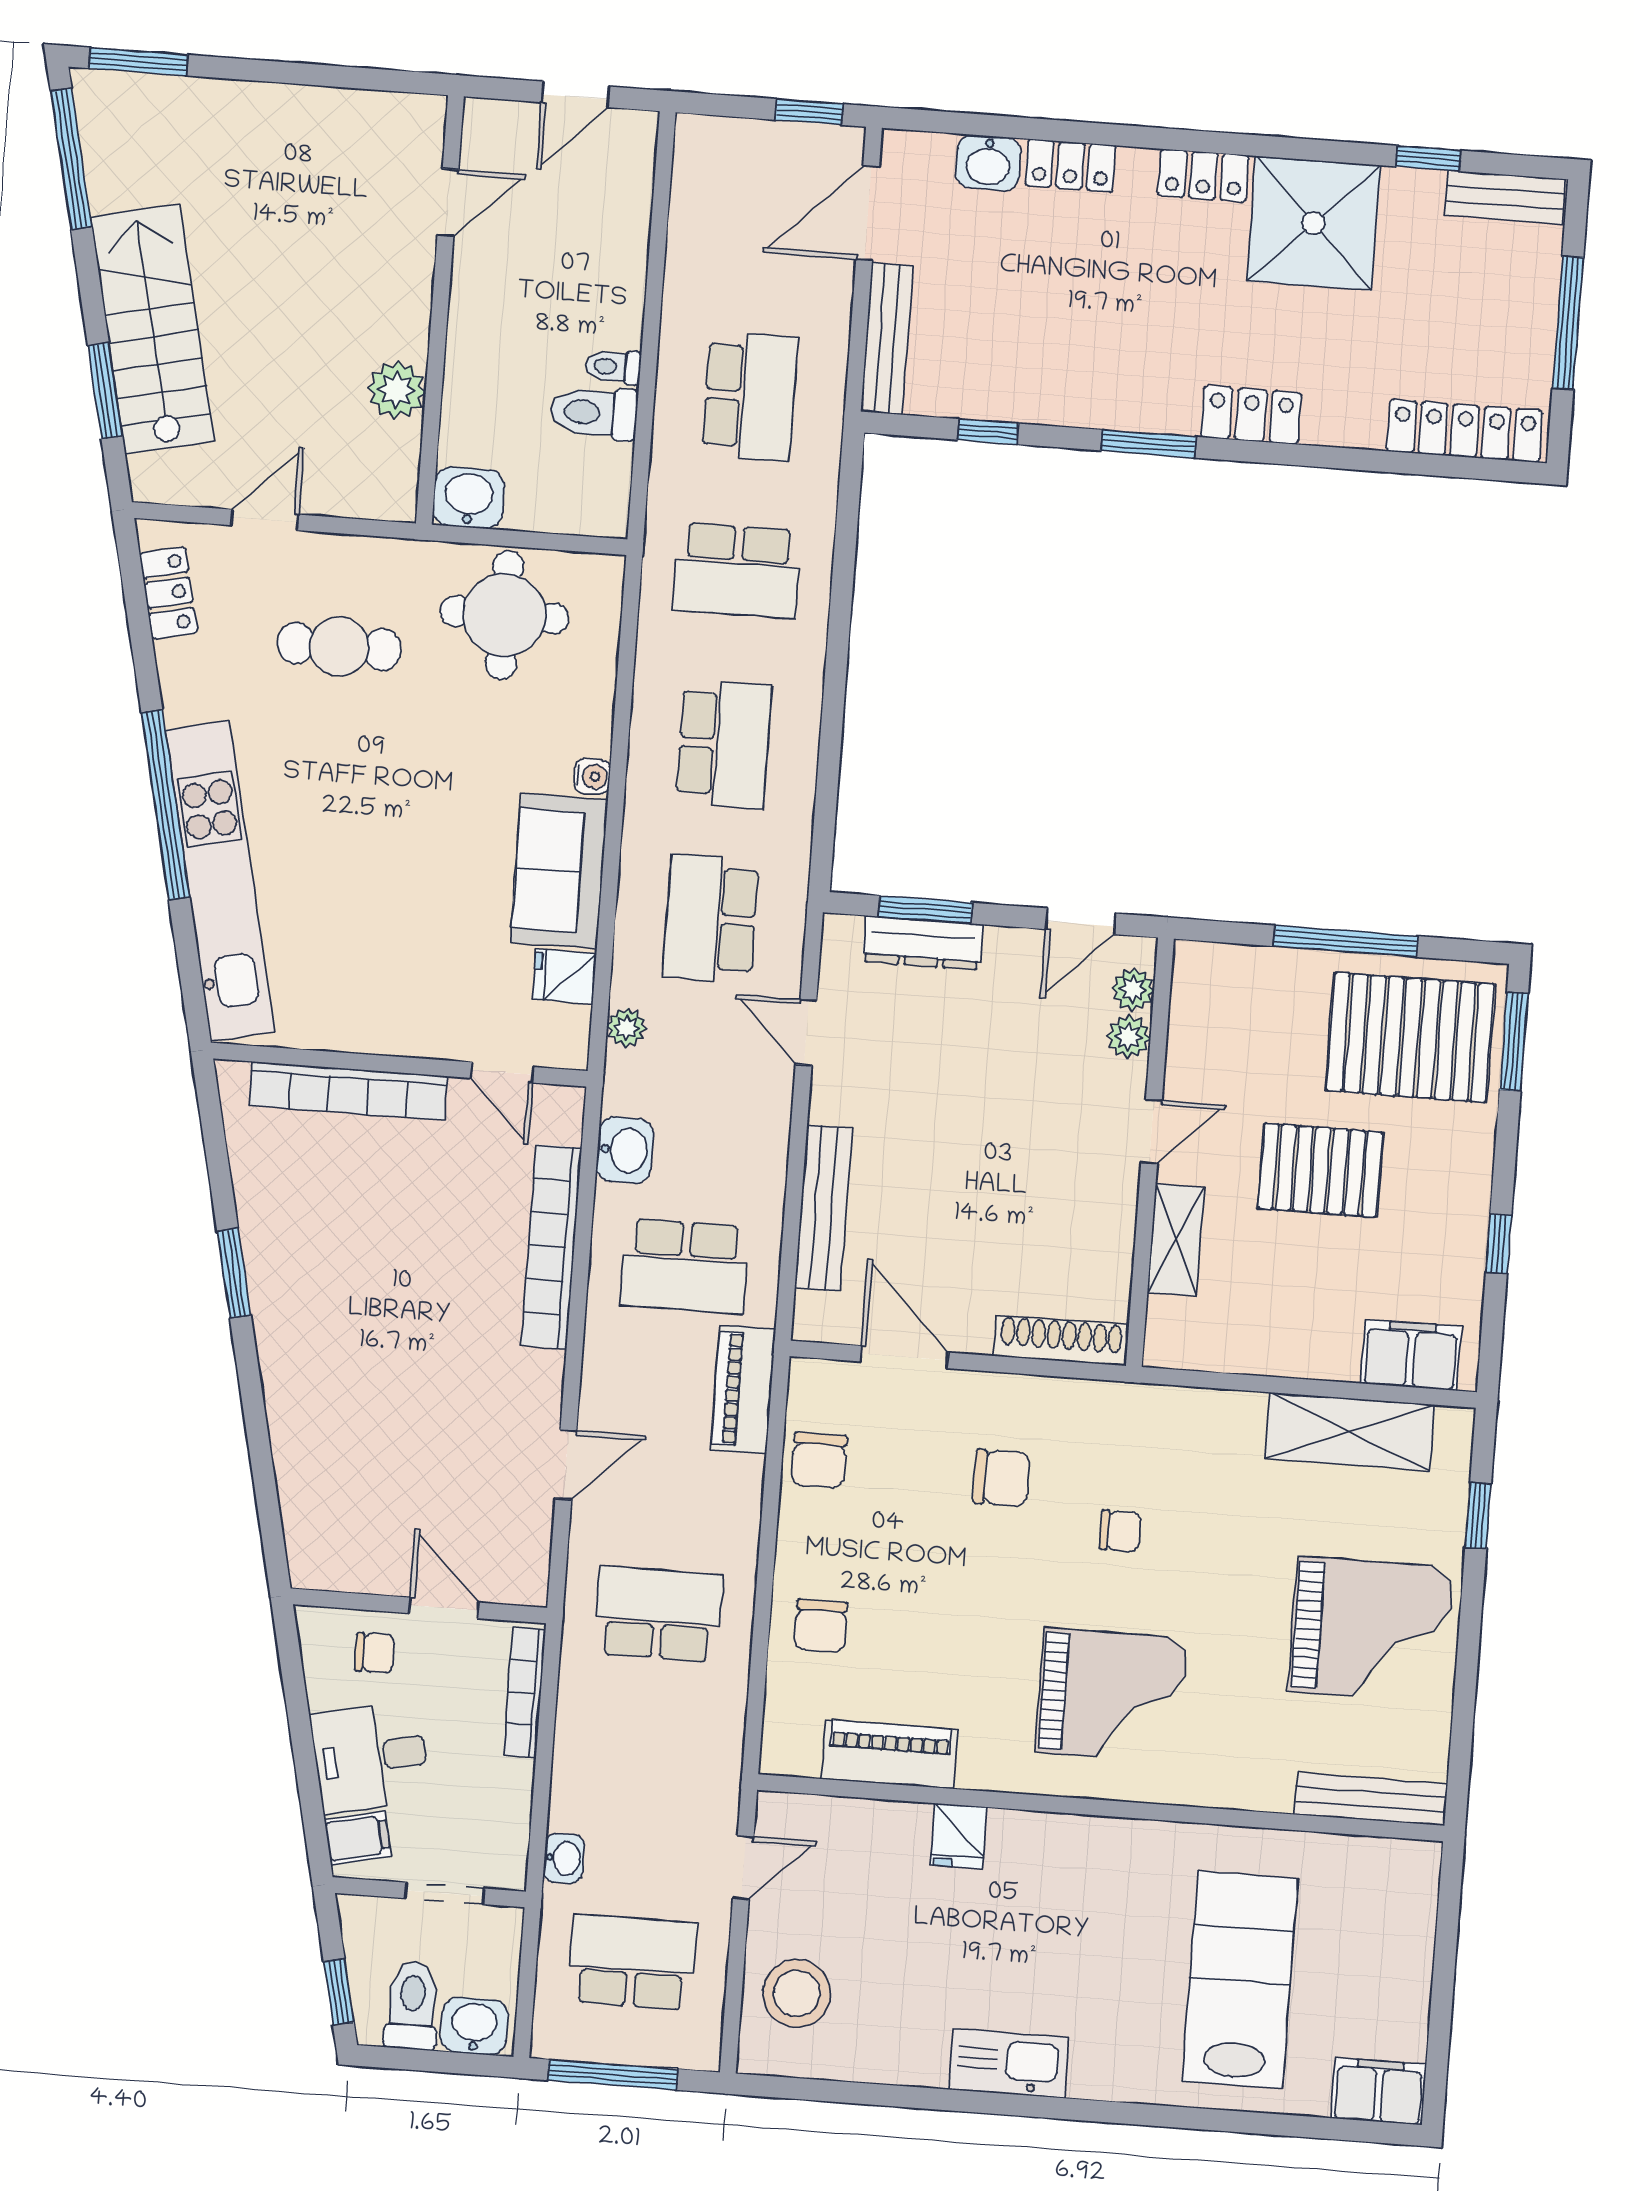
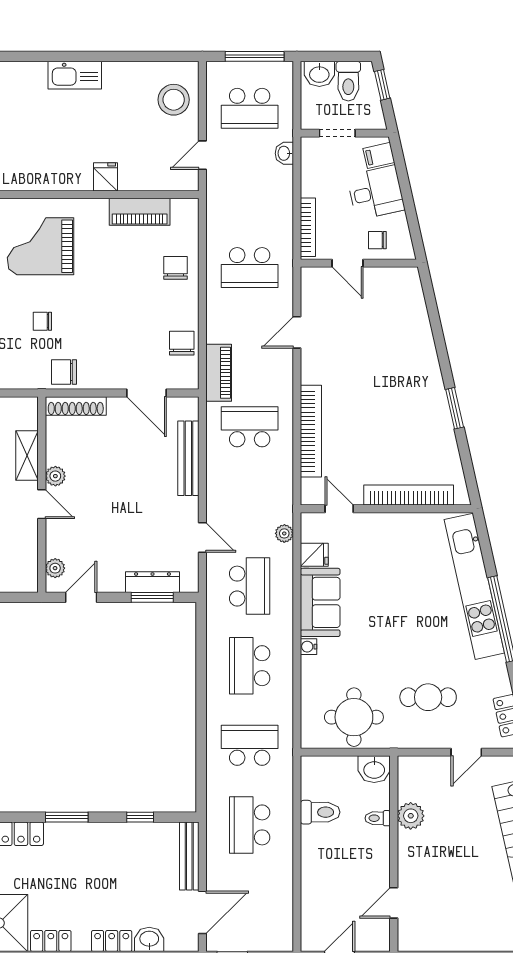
toilet: (613, 367) -> (378, 818), moved, turned 180
plant: (1129, 1037) -> (55, 476), moved
door: (1151, 1131) -> (42, 504), swing flipped
washbasin: (625, 1150) -> (281, 478), removed
chair: (1002, 1478) -> (64, 372), moved

